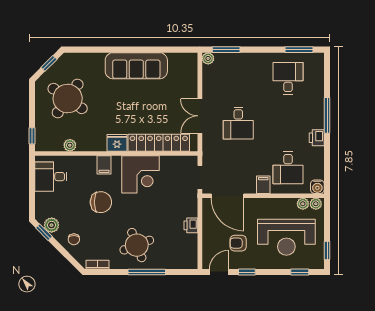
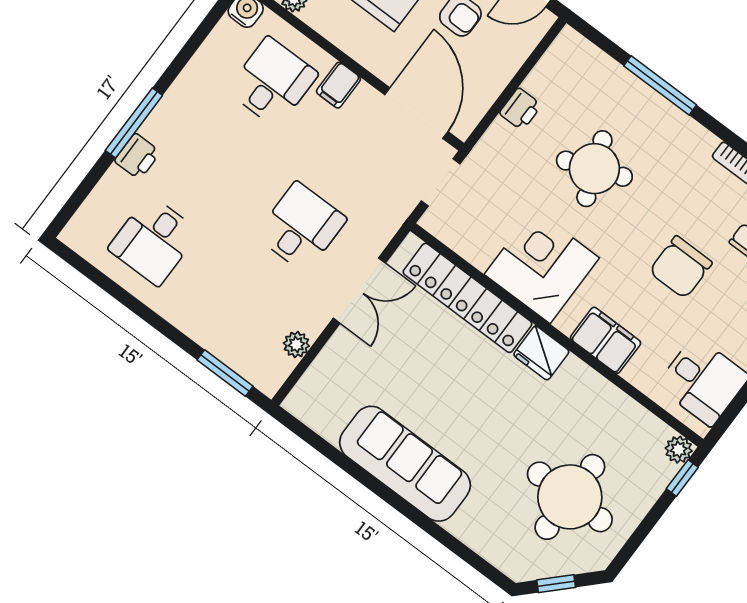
window: (299, 50) -> (96, 276), removed
plant: (208, 58) -> (296, 345), moved
round table: (68, 98) -> (570, 497), turned -35
printer: (317, 138) -> (137, 156), moved
plant: (70, 145) -> (679, 450), moved
filing cabinet: (104, 165) -> (606, 340), width x2.00
chair: (101, 202) -> (681, 267), moved, turned -90
round table: (137, 245) -> (594, 169), moved

